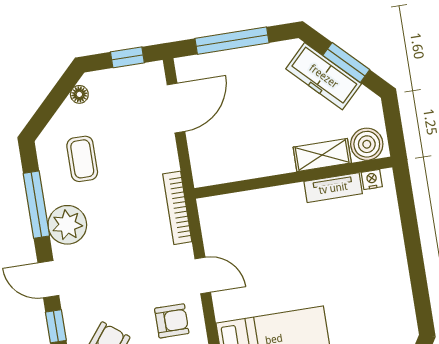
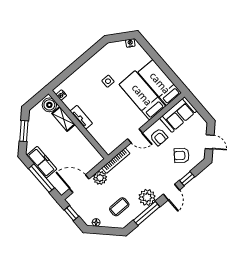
freezer: (324, 76) -> (42, 162), moved, turned -45
plant: (162, 156) -> (100, 178), added
tv unit: (333, 188) -> (81, 117), moved
door: (203, 276) -> (135, 136), swing flipped
side table: (343, 288) -> (108, 81), added
armchair: (172, 321) -> (159, 137), turned 180

